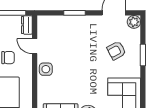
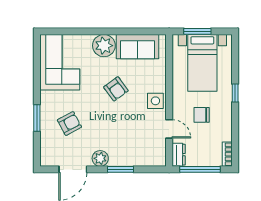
plant: (134, 22) -> (100, 158), moved
armchair: (78, 79) -> (116, 89), added

